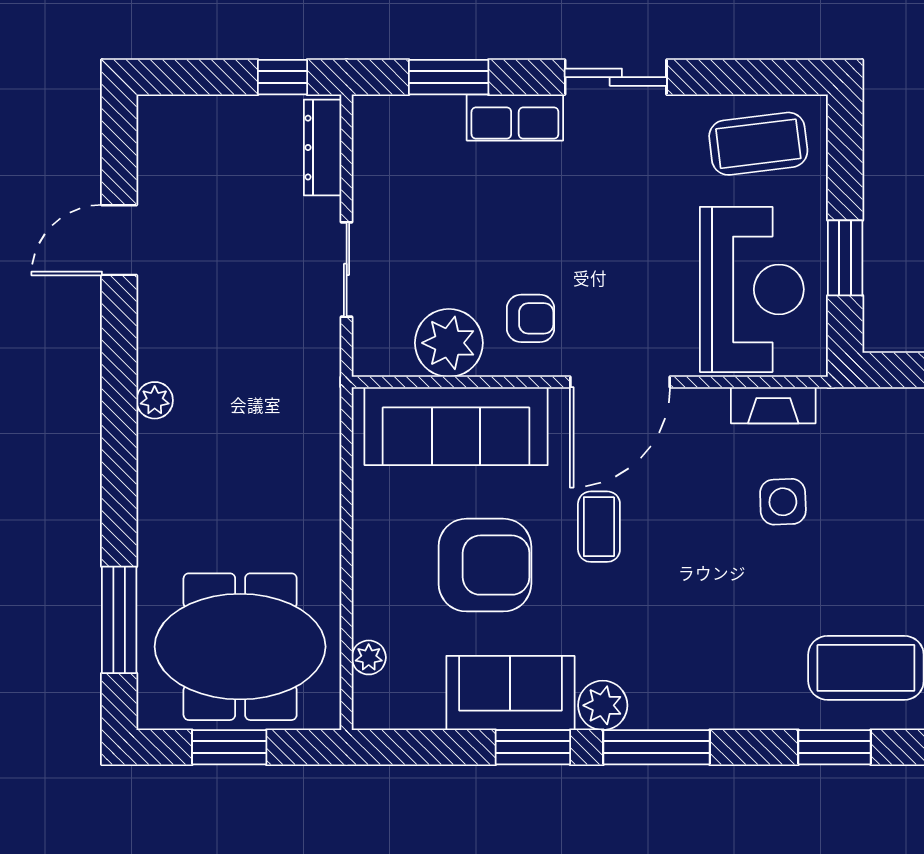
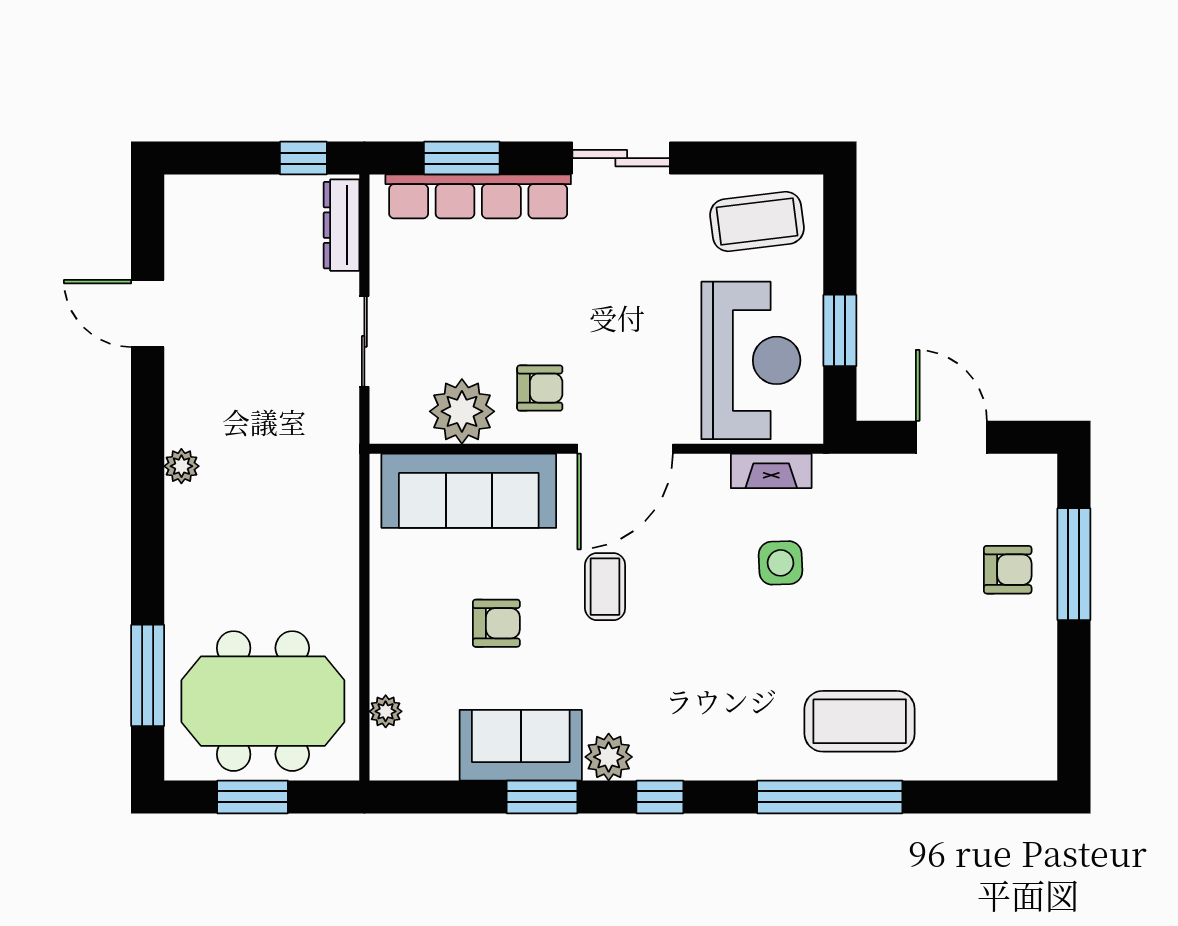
row of seats: (515, 117) -> (478, 196), width x2.02
door: (119, 240) -> (148, 313), hinge flipped
armchair: (485, 565) -> (496, 623), width x0.53, depth x0.53
window: (656, 747) -> (660, 797), width x0.46
window: (835, 747) -> (830, 797), width x2.11

